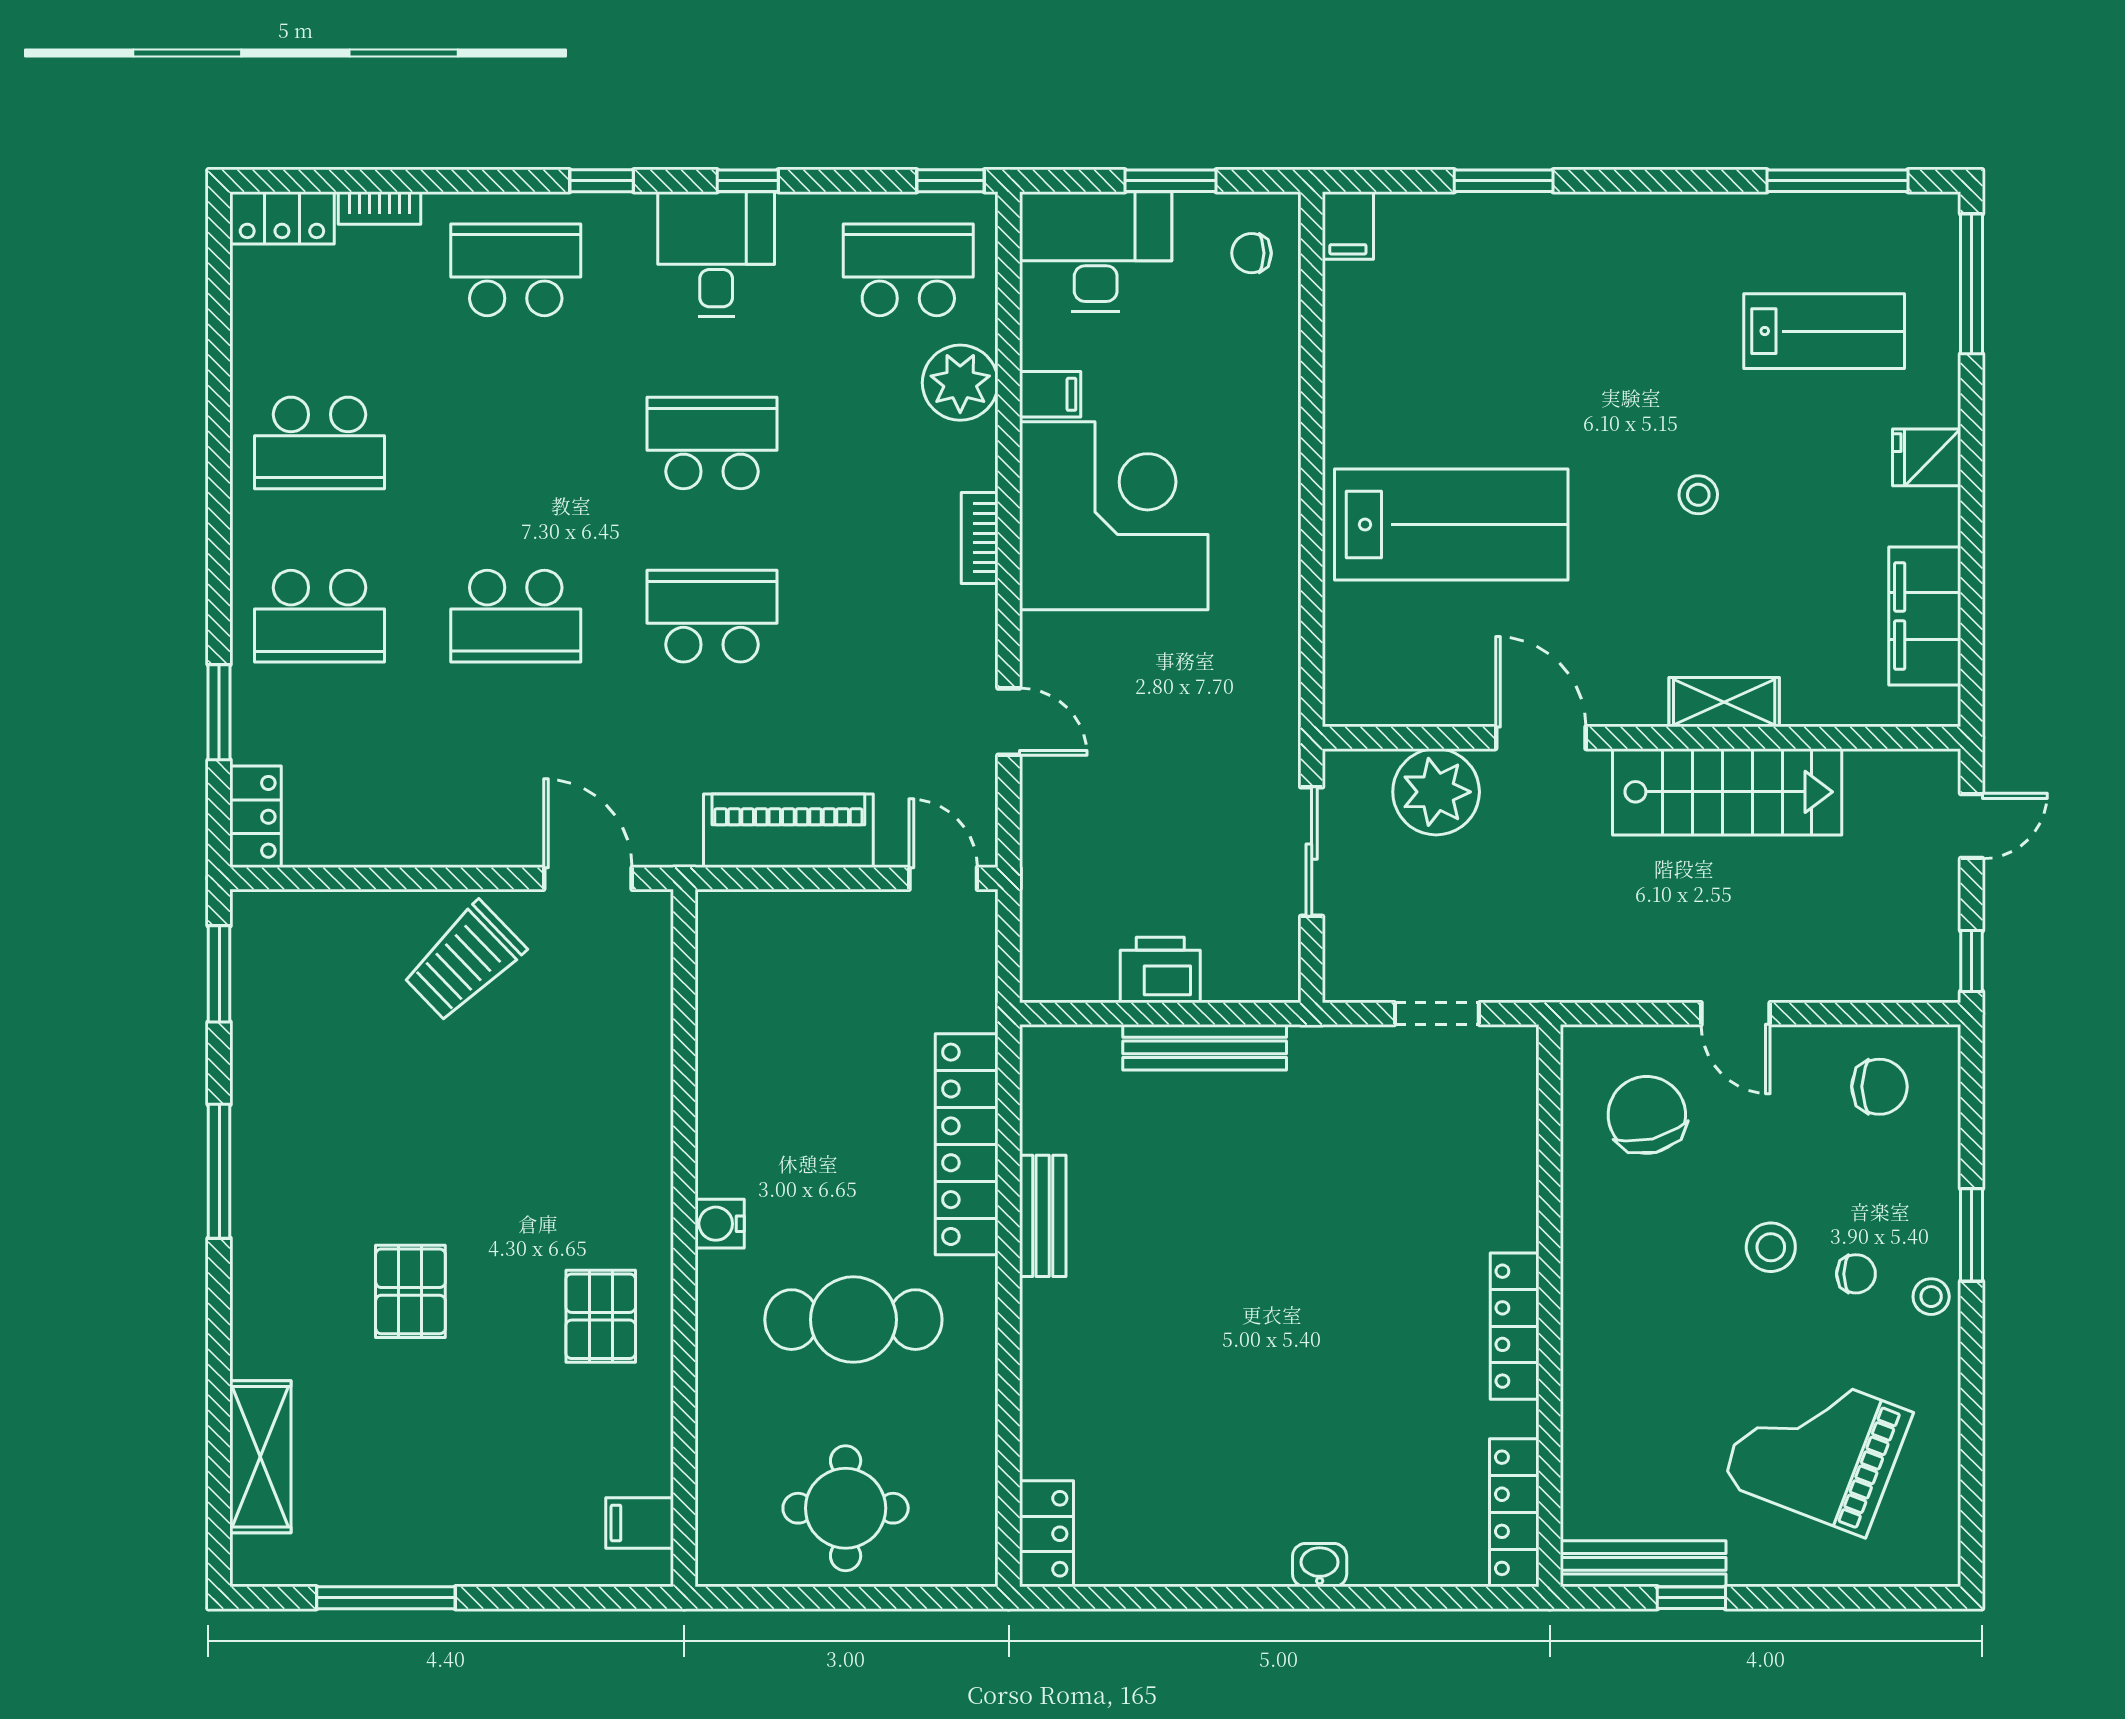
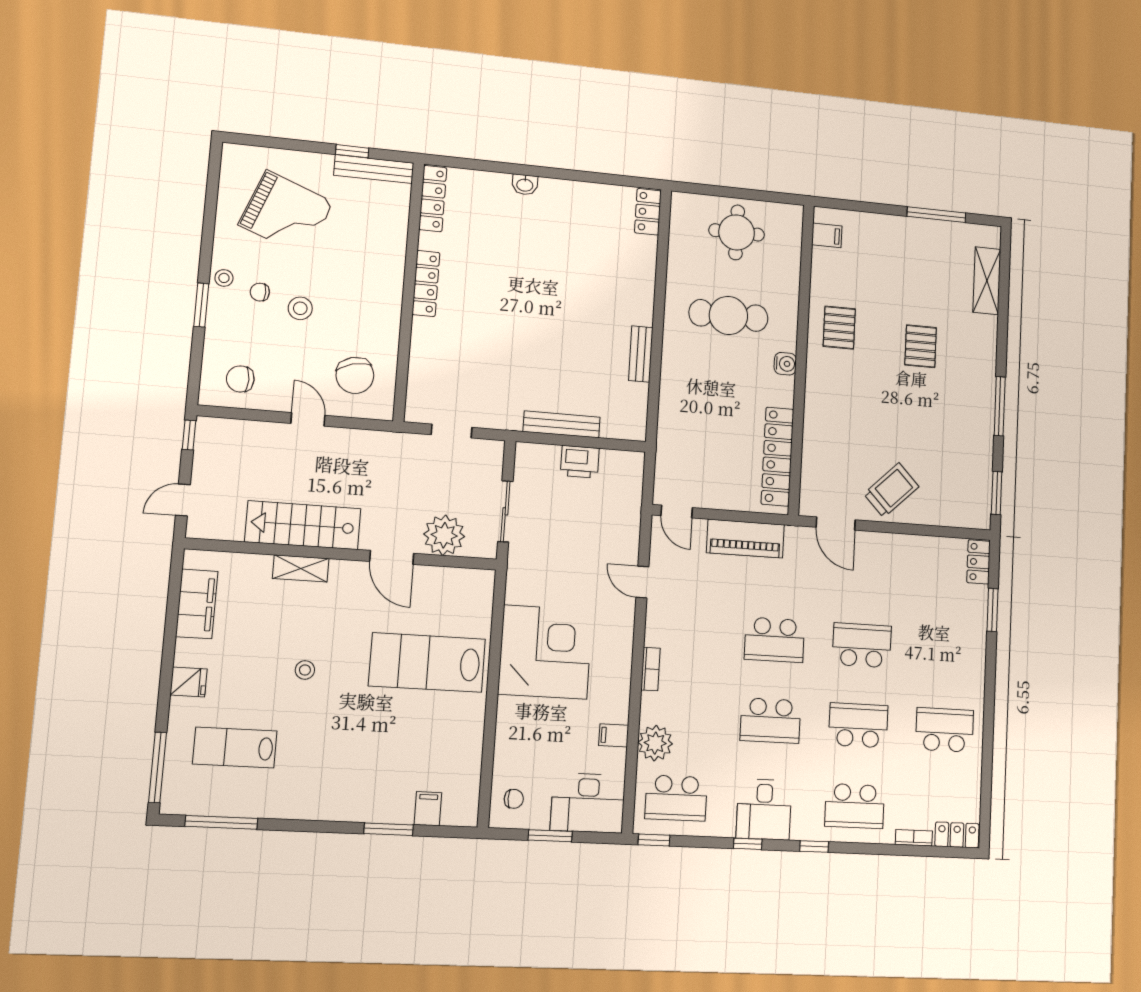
filing cabinet: (1348, 226) -> (428, 809), moved
corner desk: (1114, 516) -> (545, 652), moved, turned 180
school desk: (319, 616) -> (858, 725), moved
locker: (967, 1144) -> (778, 457), moved, turned 180

